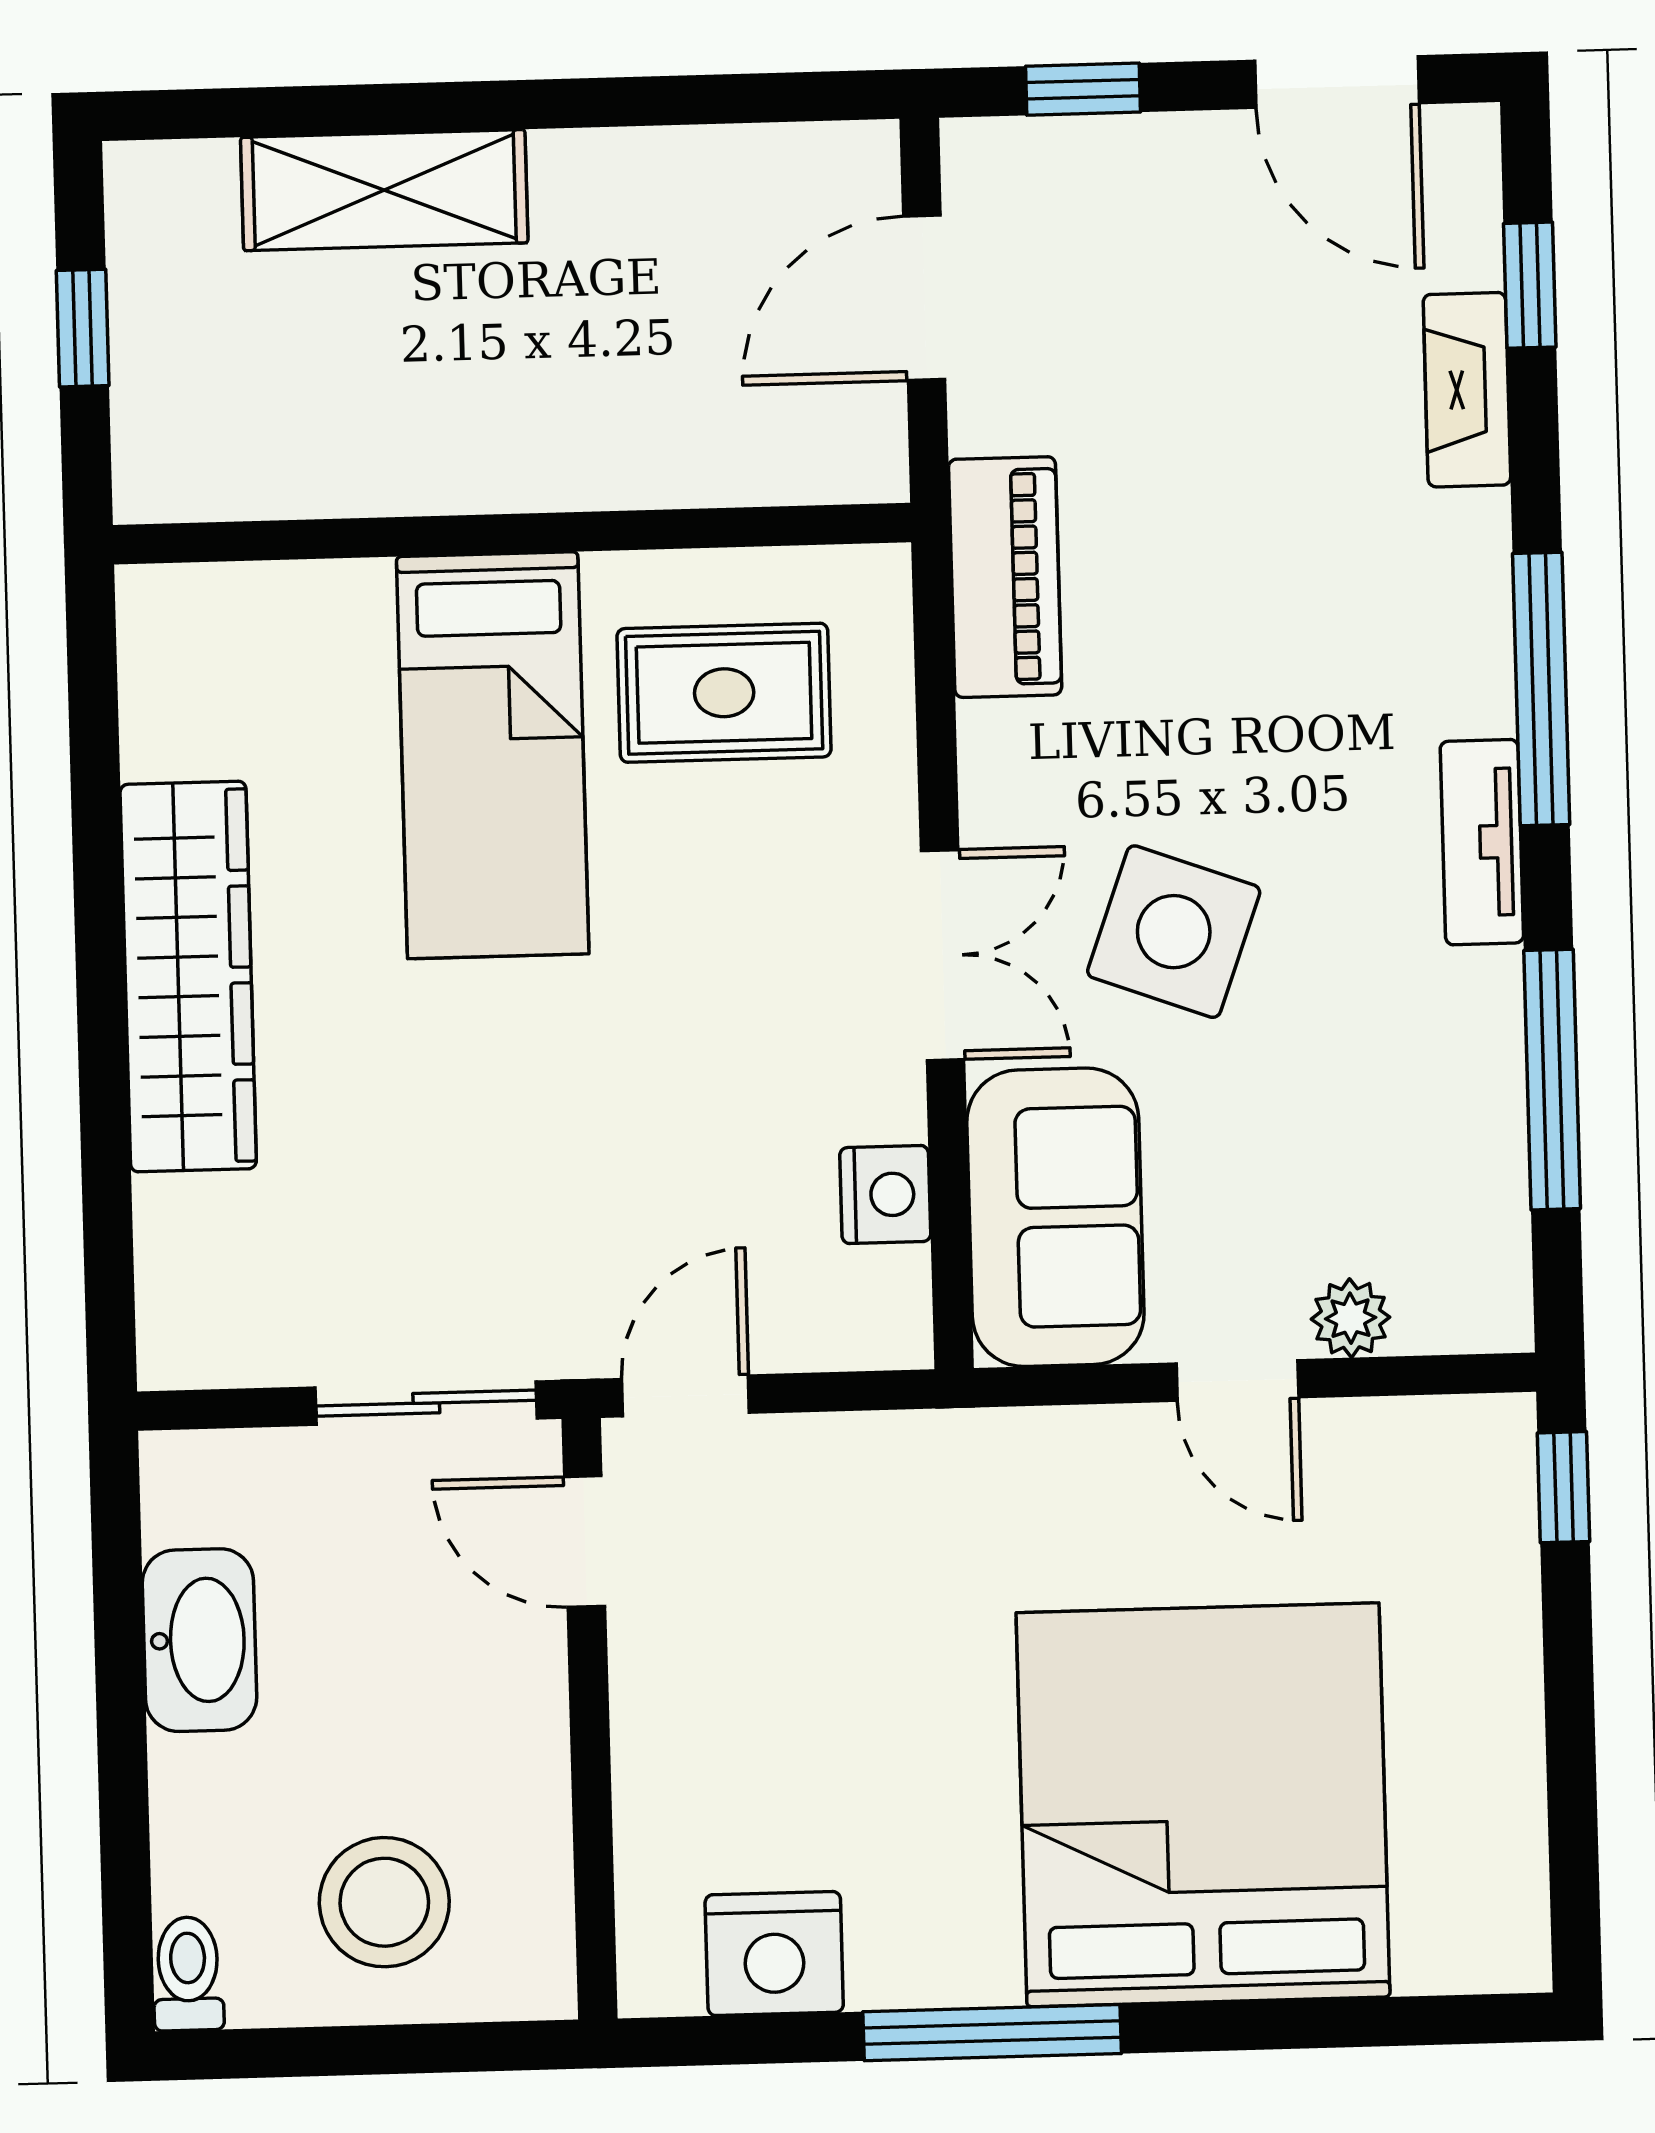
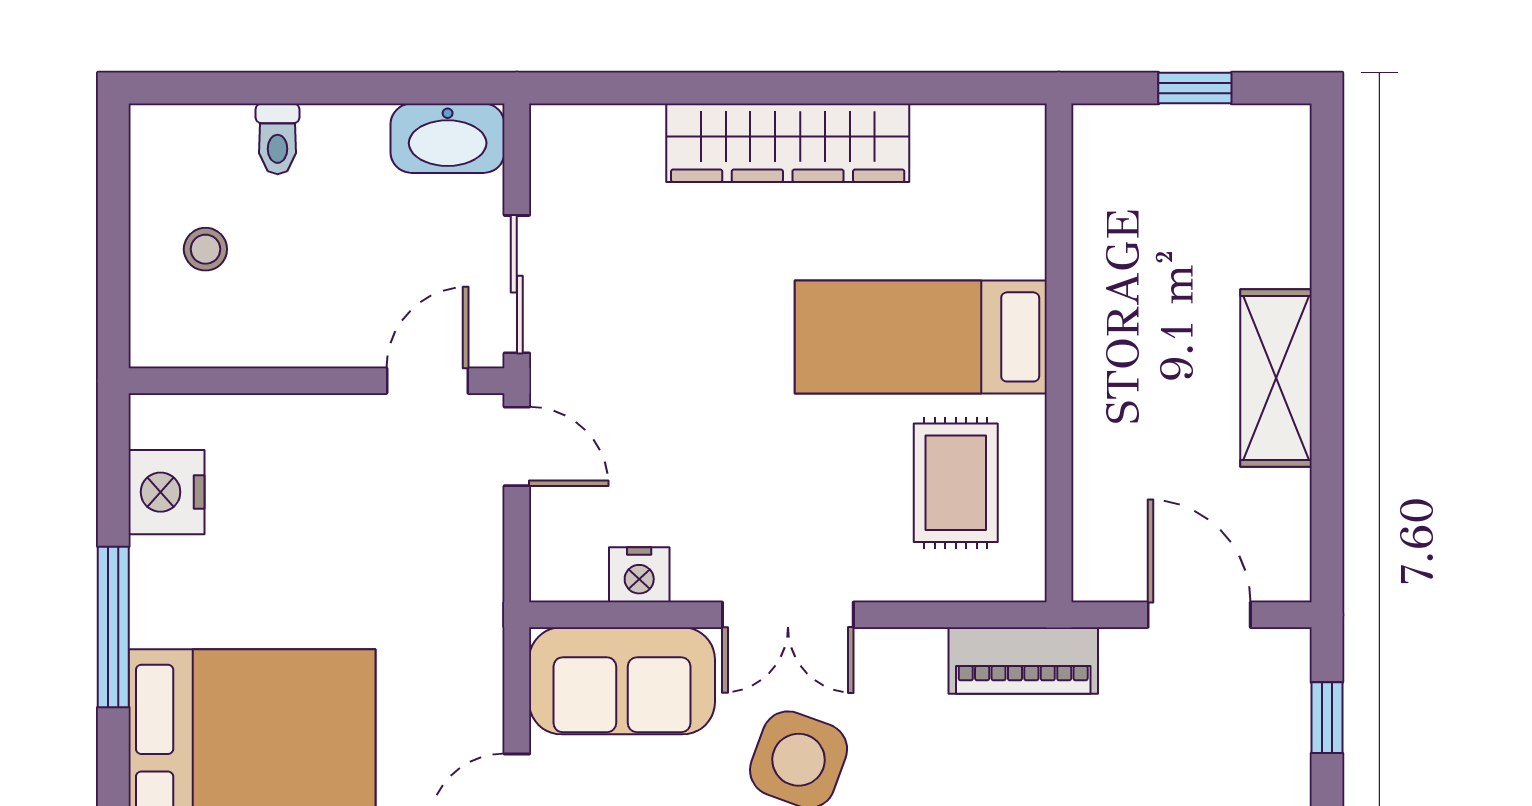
shelving: (384, 190) -> (1276, 378), moved
washbasin: (200, 1640) -> (448, 138), moved
stool: (384, 1902) -> (205, 249), width x0.53, depth x0.53
toilet: (188, 1974) -> (278, 139), moved, turned 90

